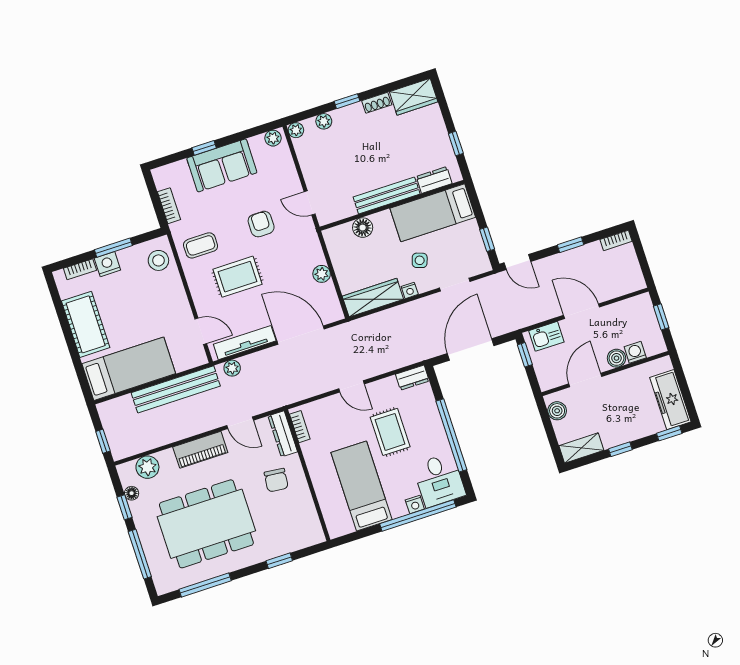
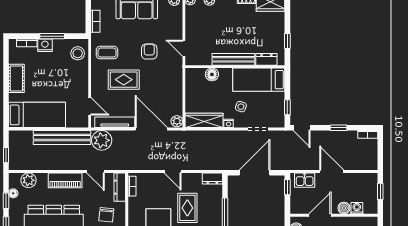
plant: (322, 274) -> (177, 121), moved
cot: (86, 324) -> (16, 78), width x0.73, depth x0.75
plant: (232, 368) -> (102, 140), width x1.88, depth x1.88

